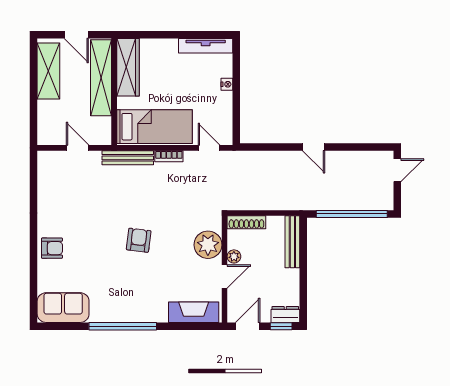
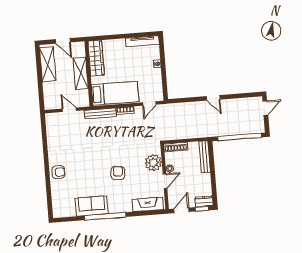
shelving: (101, 78) -> (81, 73), width x0.68
door: (209, 148) -> (149, 103), swing flipped
armchair: (139, 240) -> (118, 173), moved
sofa: (63, 308) -> (92, 206), moved

